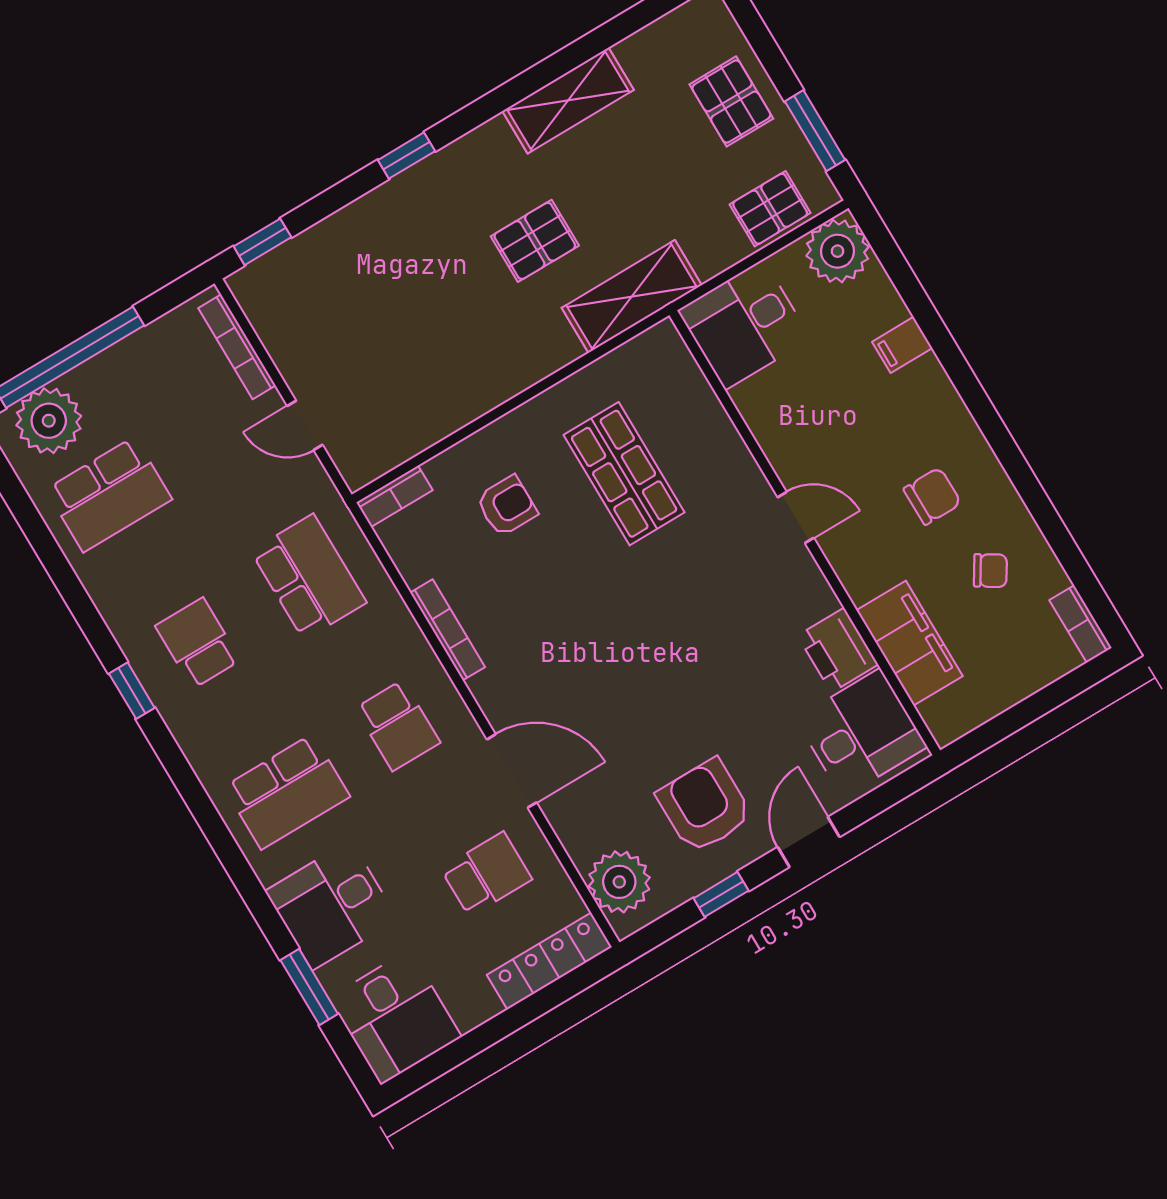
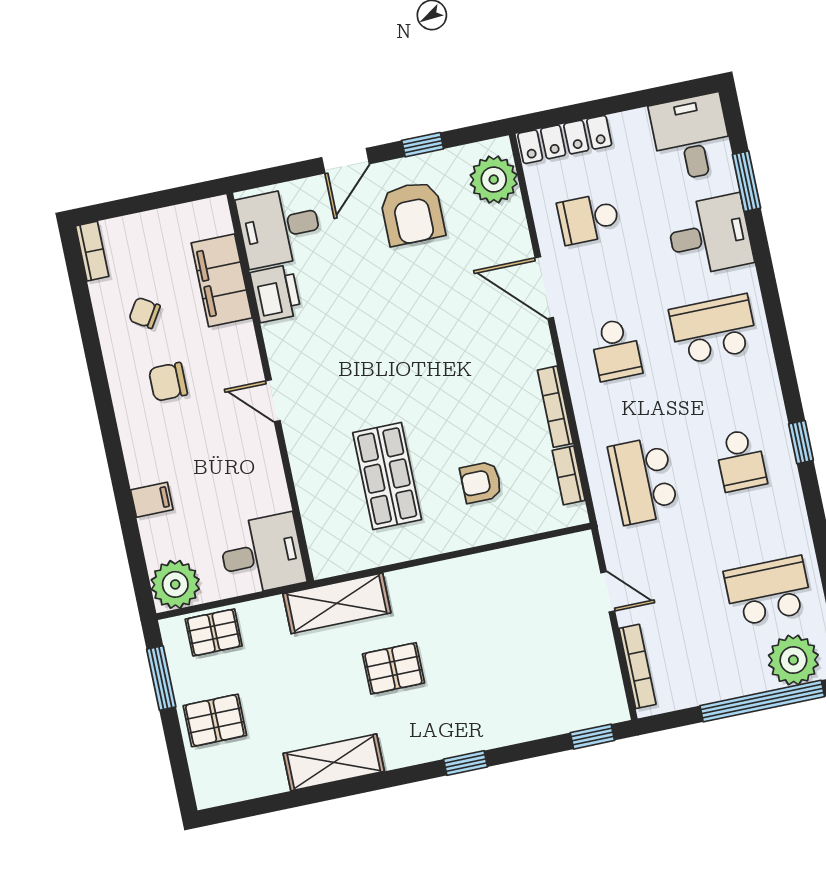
pallet: (731, 101) -> (215, 720), turned 90
bookcase: (394, 496) -> (569, 475), moved, turned -90
school desk: (398, 725) -> (616, 350), turned 180

